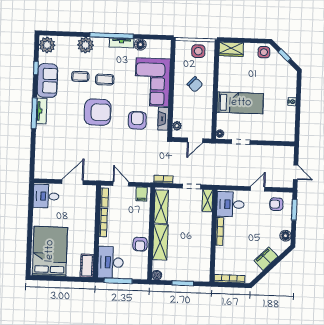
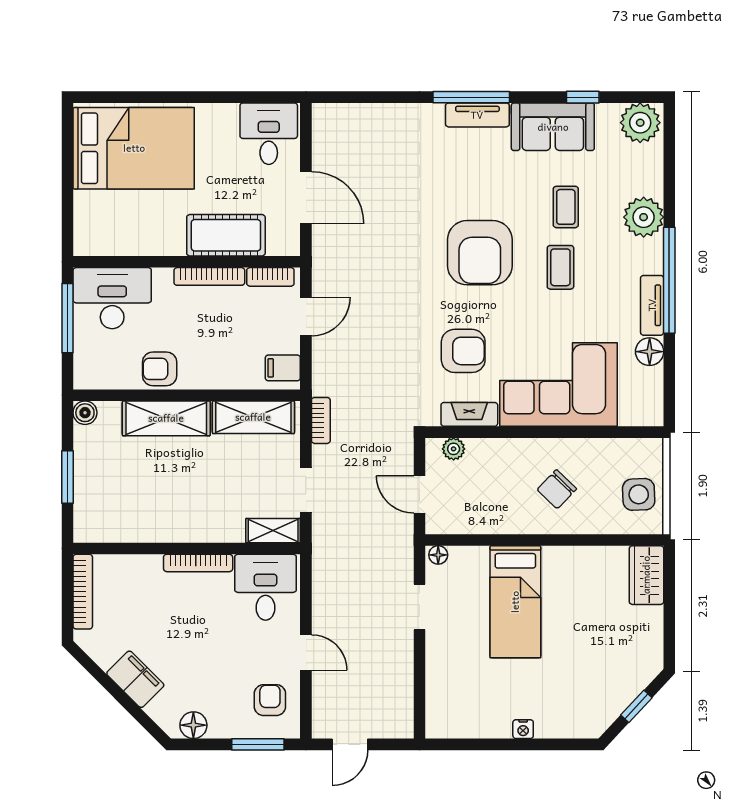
side table: (264, 52) -> (642, 656), removed
cot: (87, 266) -> (226, 235), moved, width x1.37, depth x1.34

